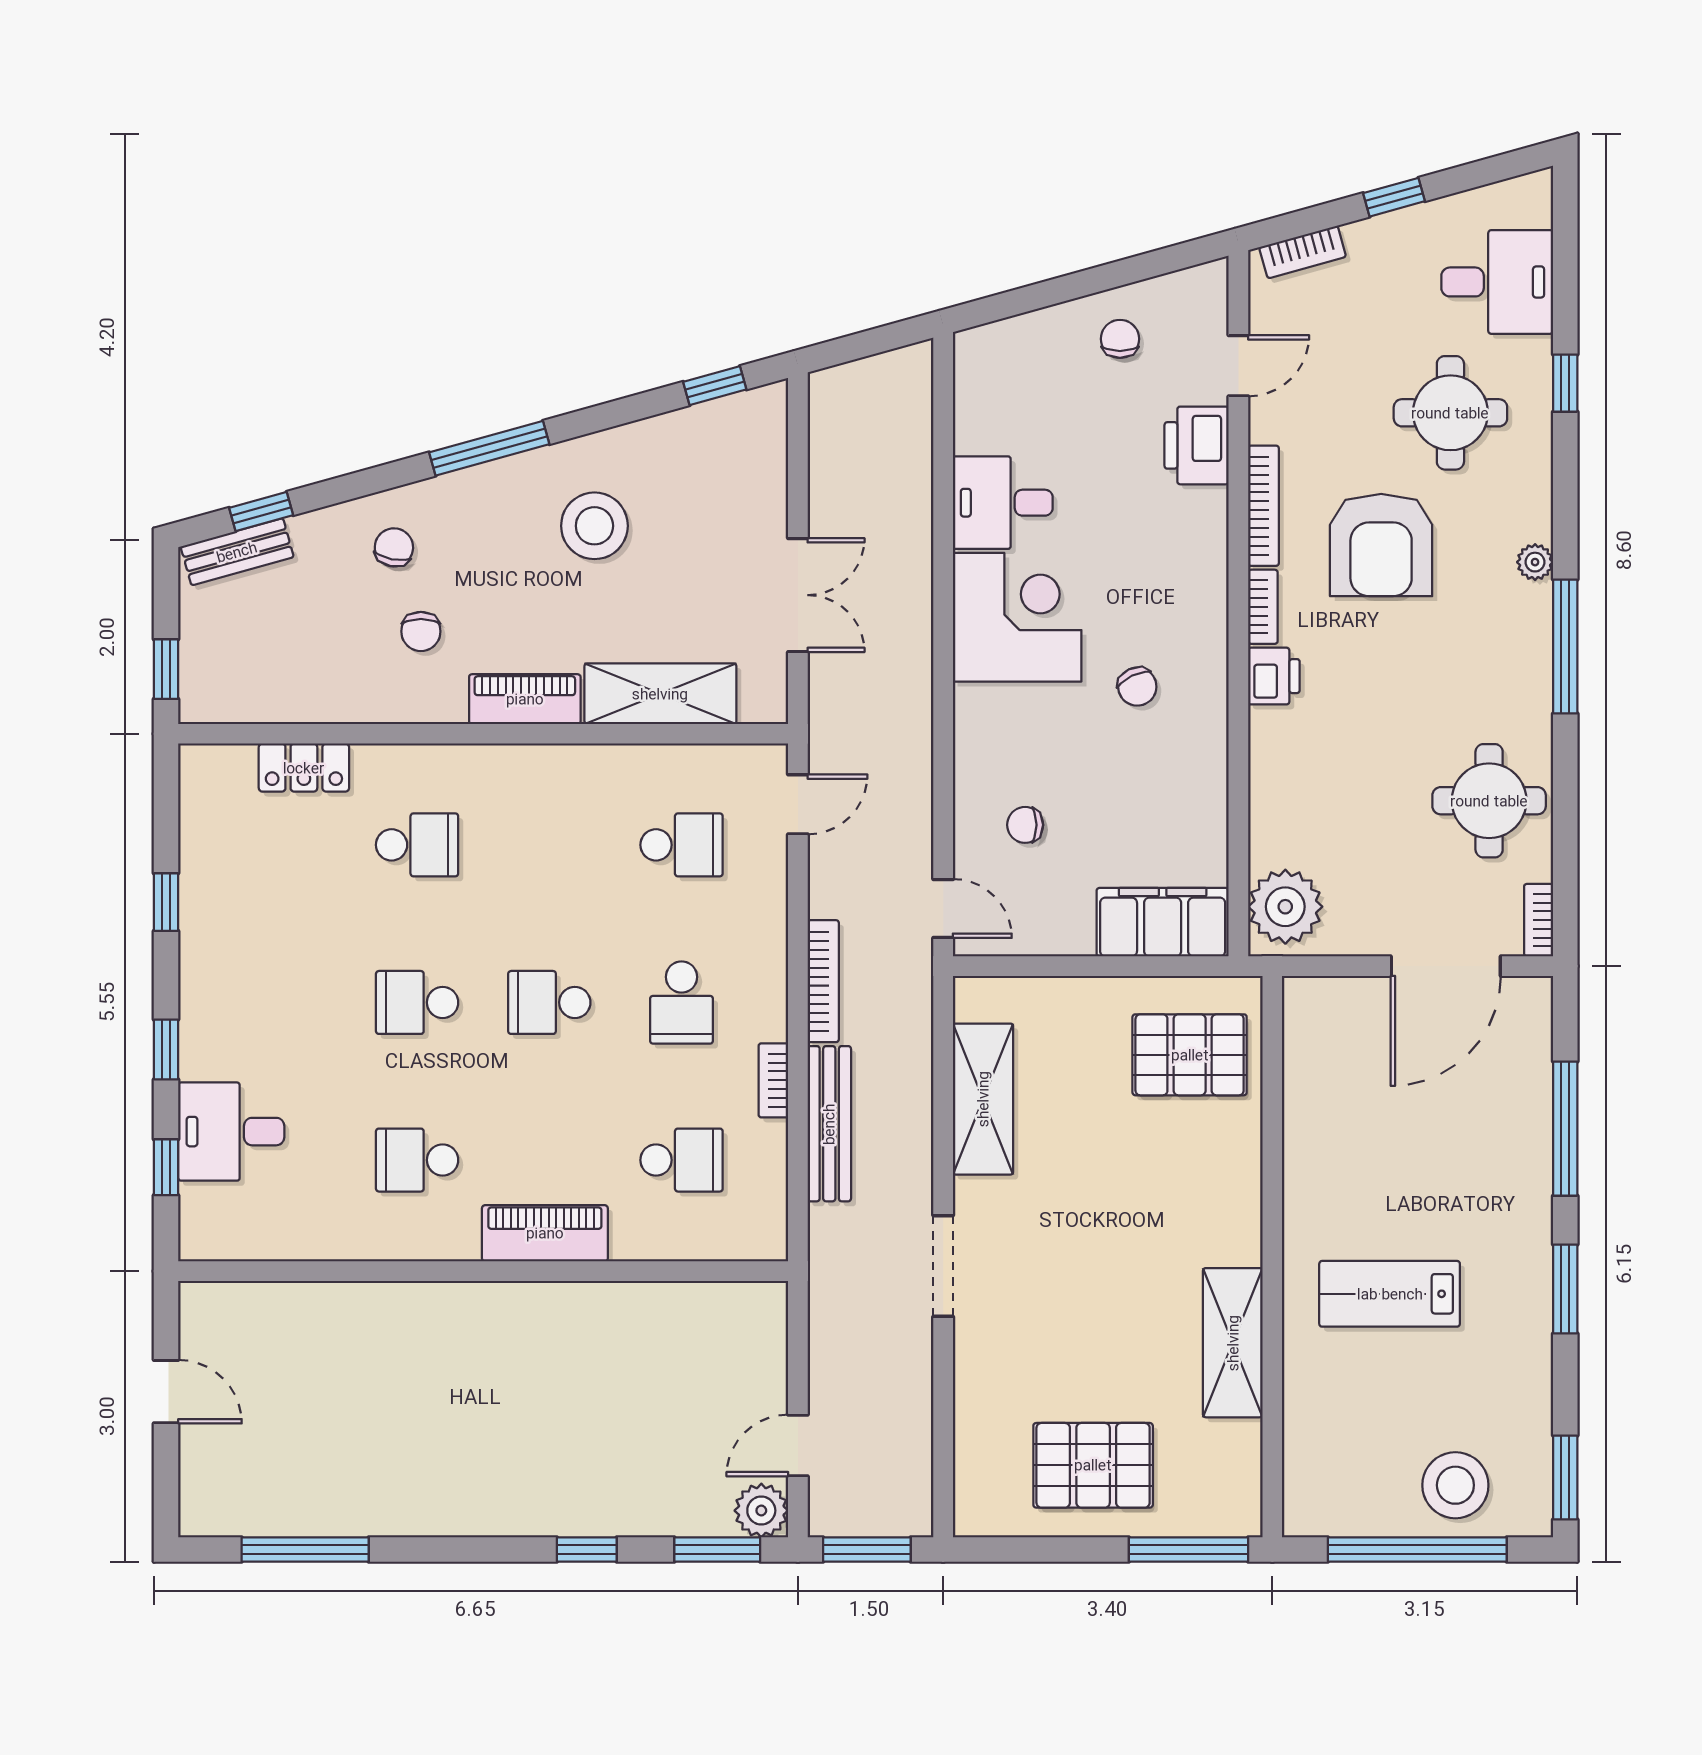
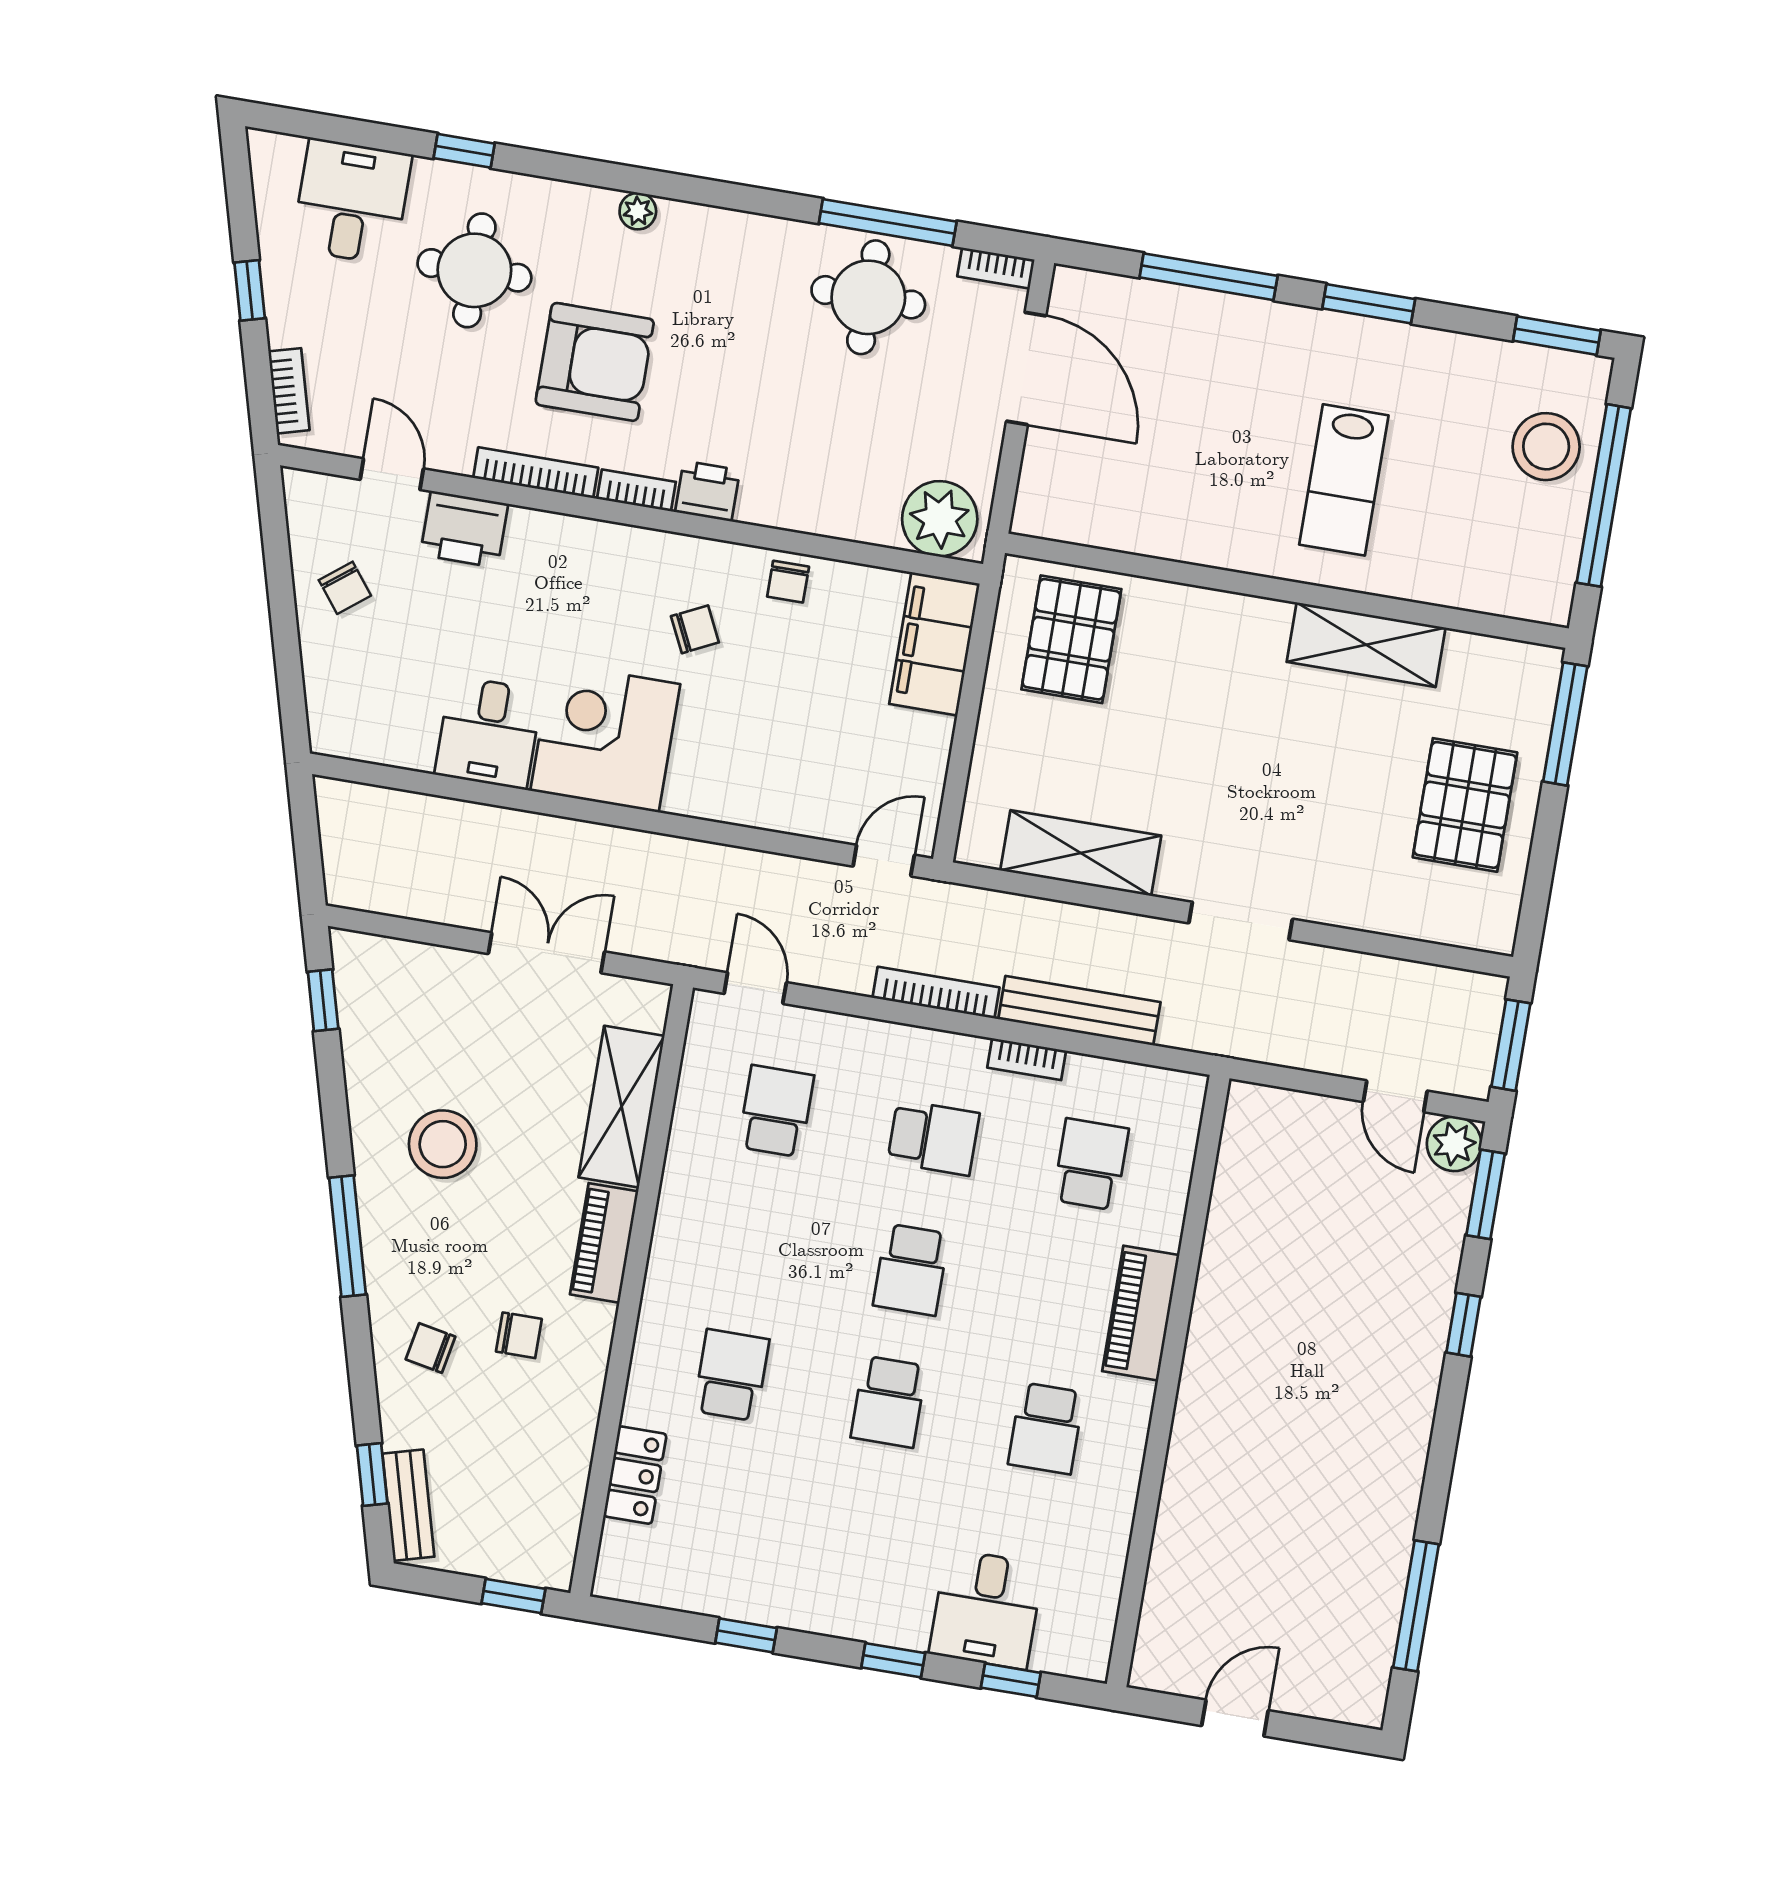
chair: (1120, 339) -> (345, 588), turned -128
window: (1565, 647) -> (888, 222), moved
chair: (1025, 825) -> (788, 582), moved

